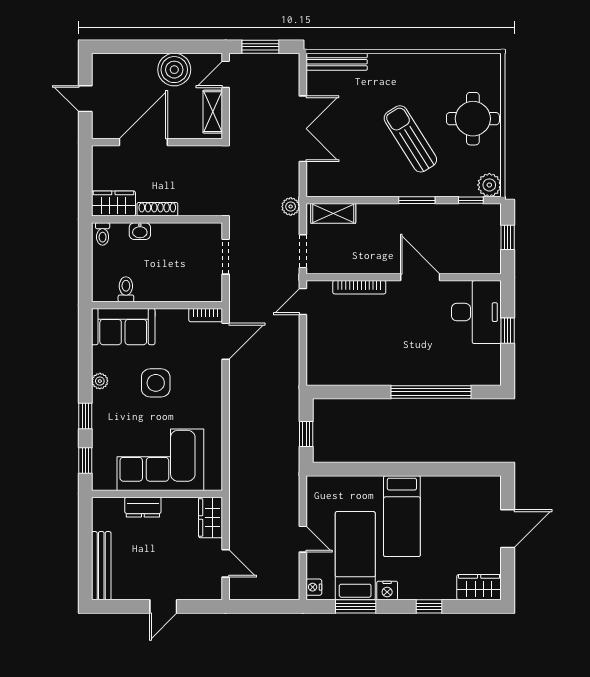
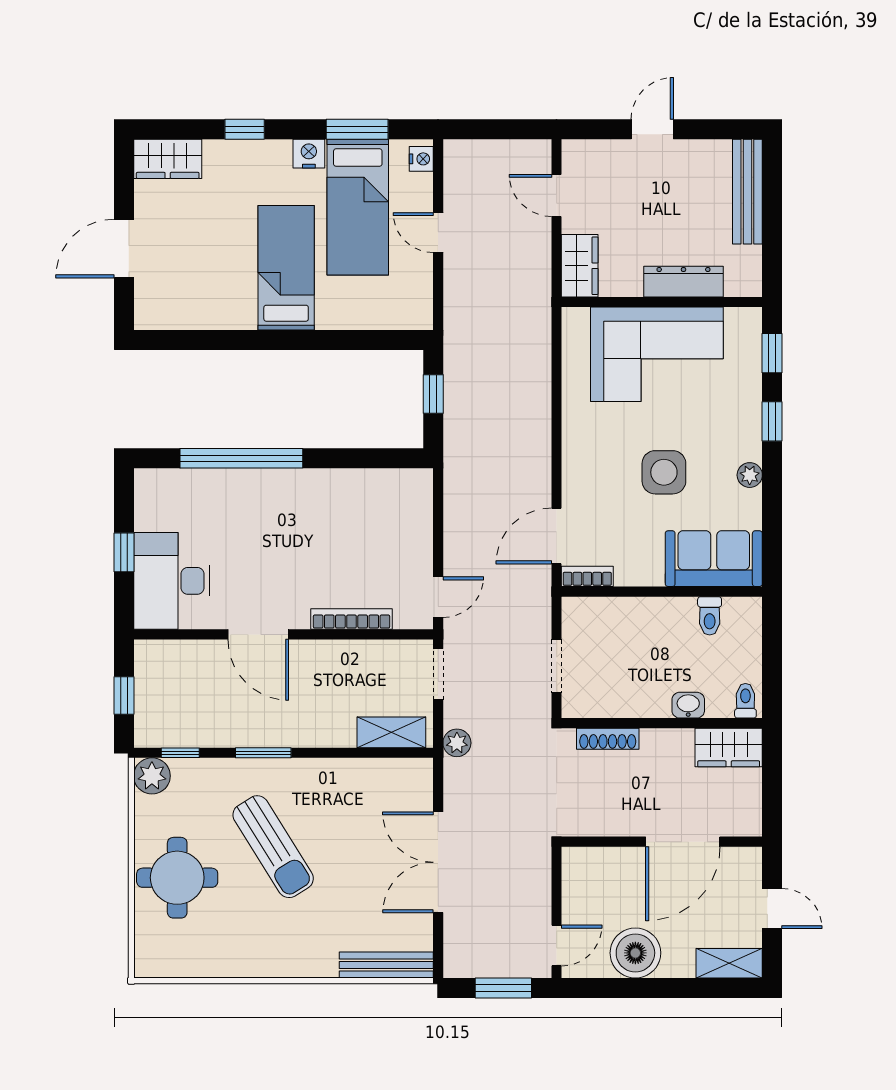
shelving: (213, 112) -> (729, 963), moved, turned 90
shoe rack: (157, 209) -> (608, 739), moved
dresser: (143, 507) -> (683, 282), width x1.44

